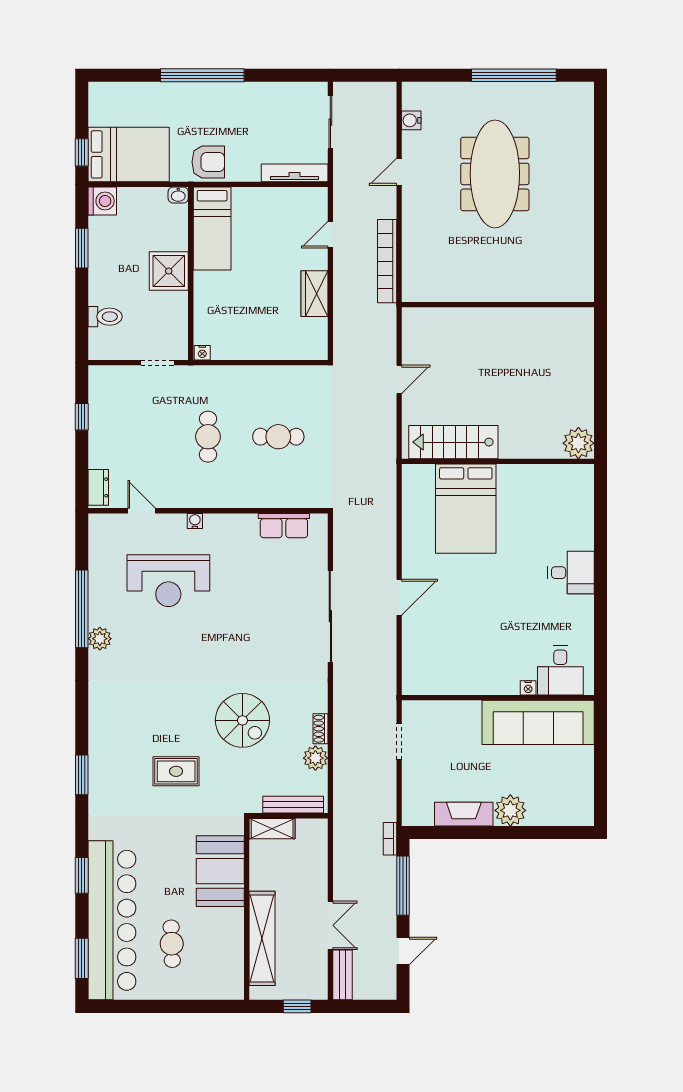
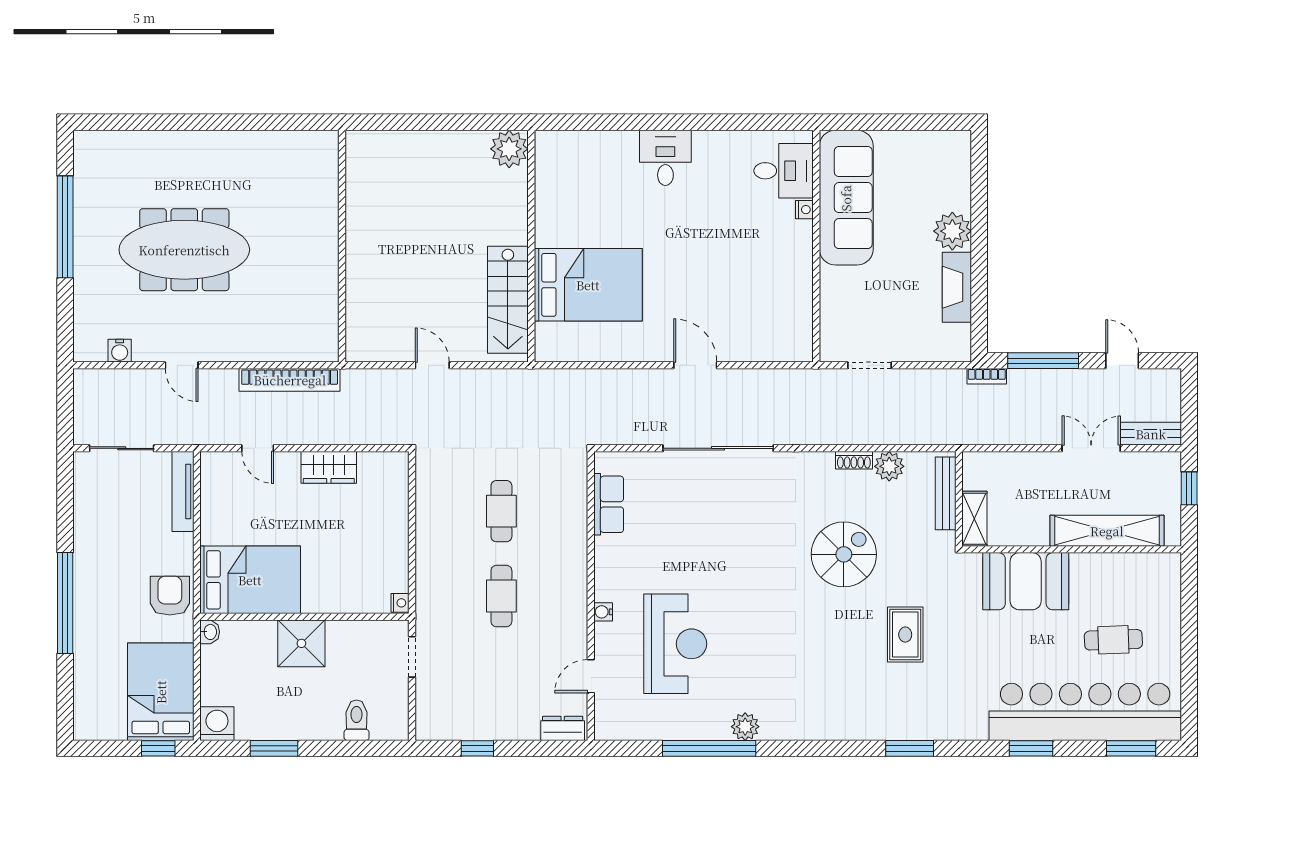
bed: (212, 228) -> (250, 580), width x1.50
cafe table: (208, 437) -> (501, 596), turned 90

